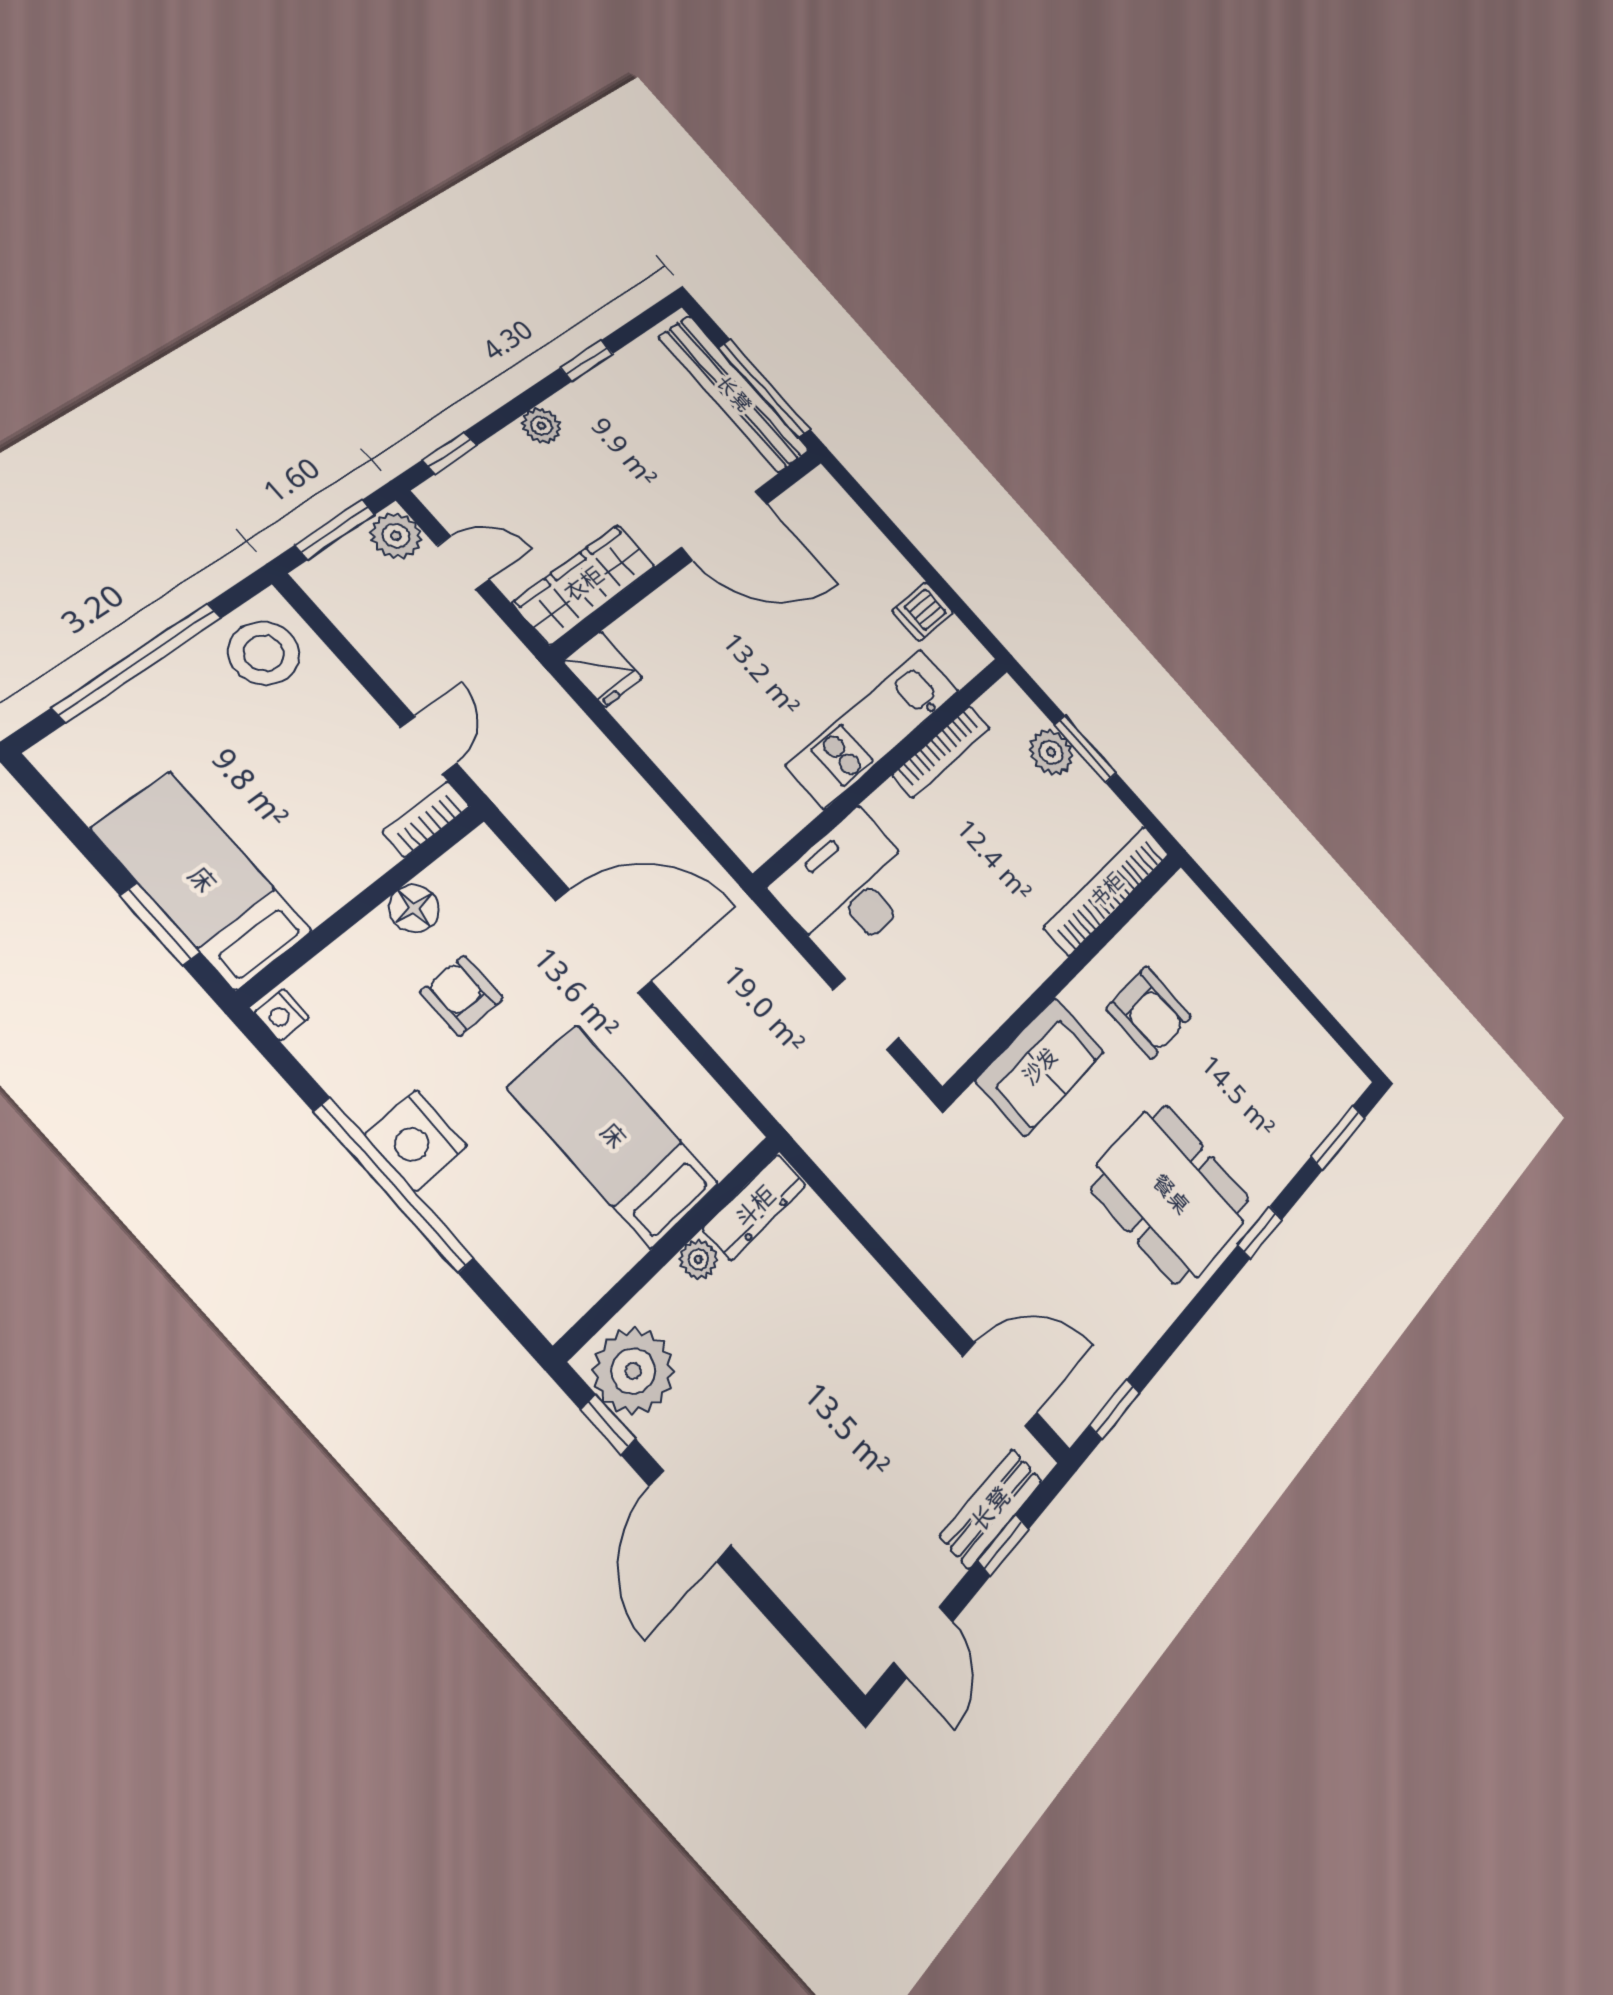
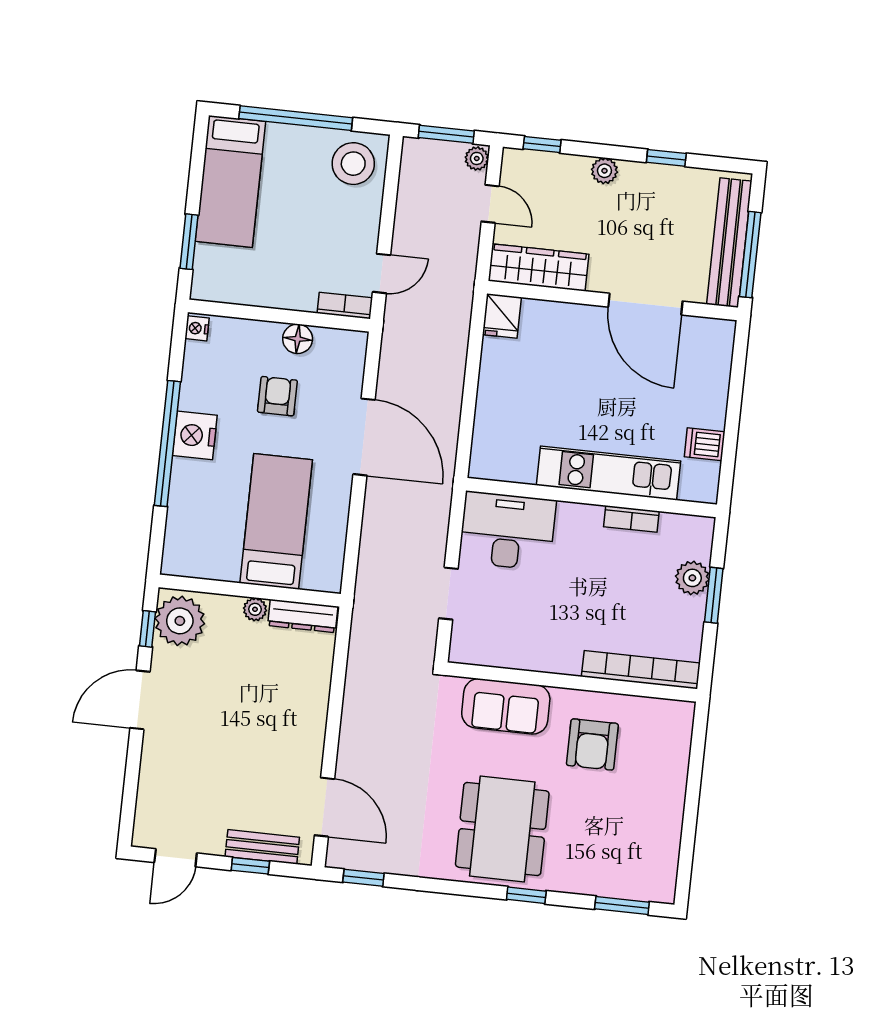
plant: (396, 536) -> (477, 158), width x0.73, depth x0.73
bookcase: (941, 752) -> (631, 519), width x0.64
bed: (202, 880) -> (230, 181), moved, turned 180

